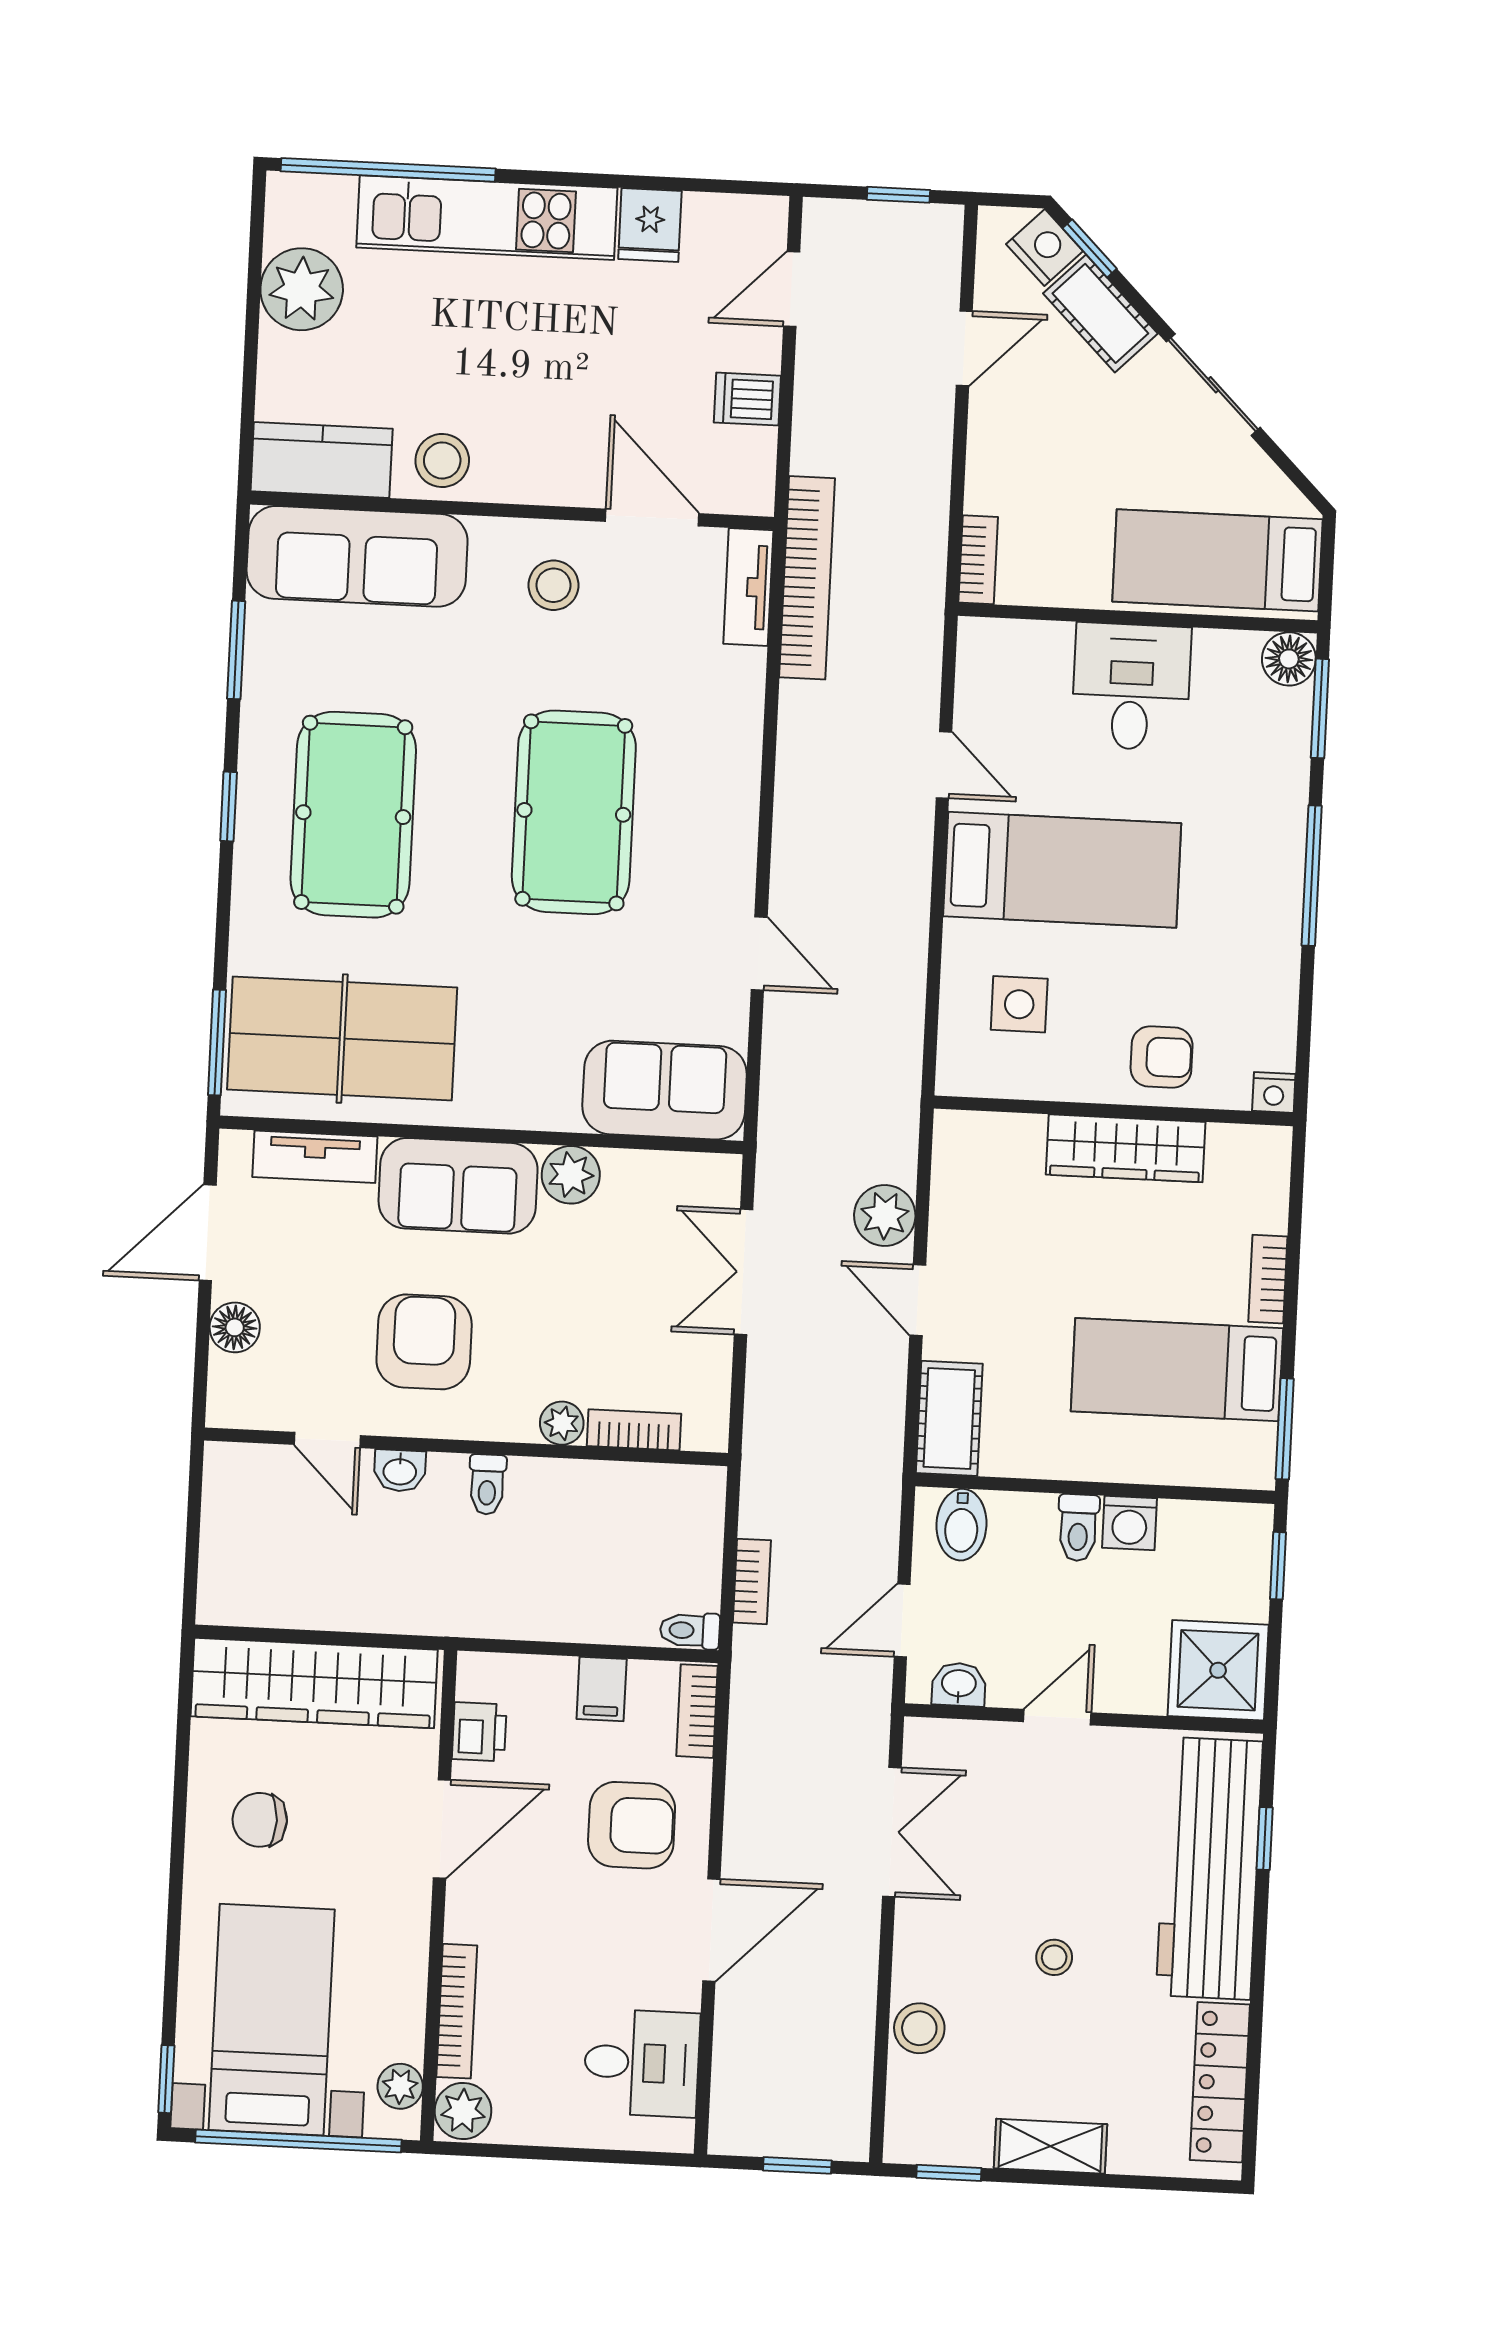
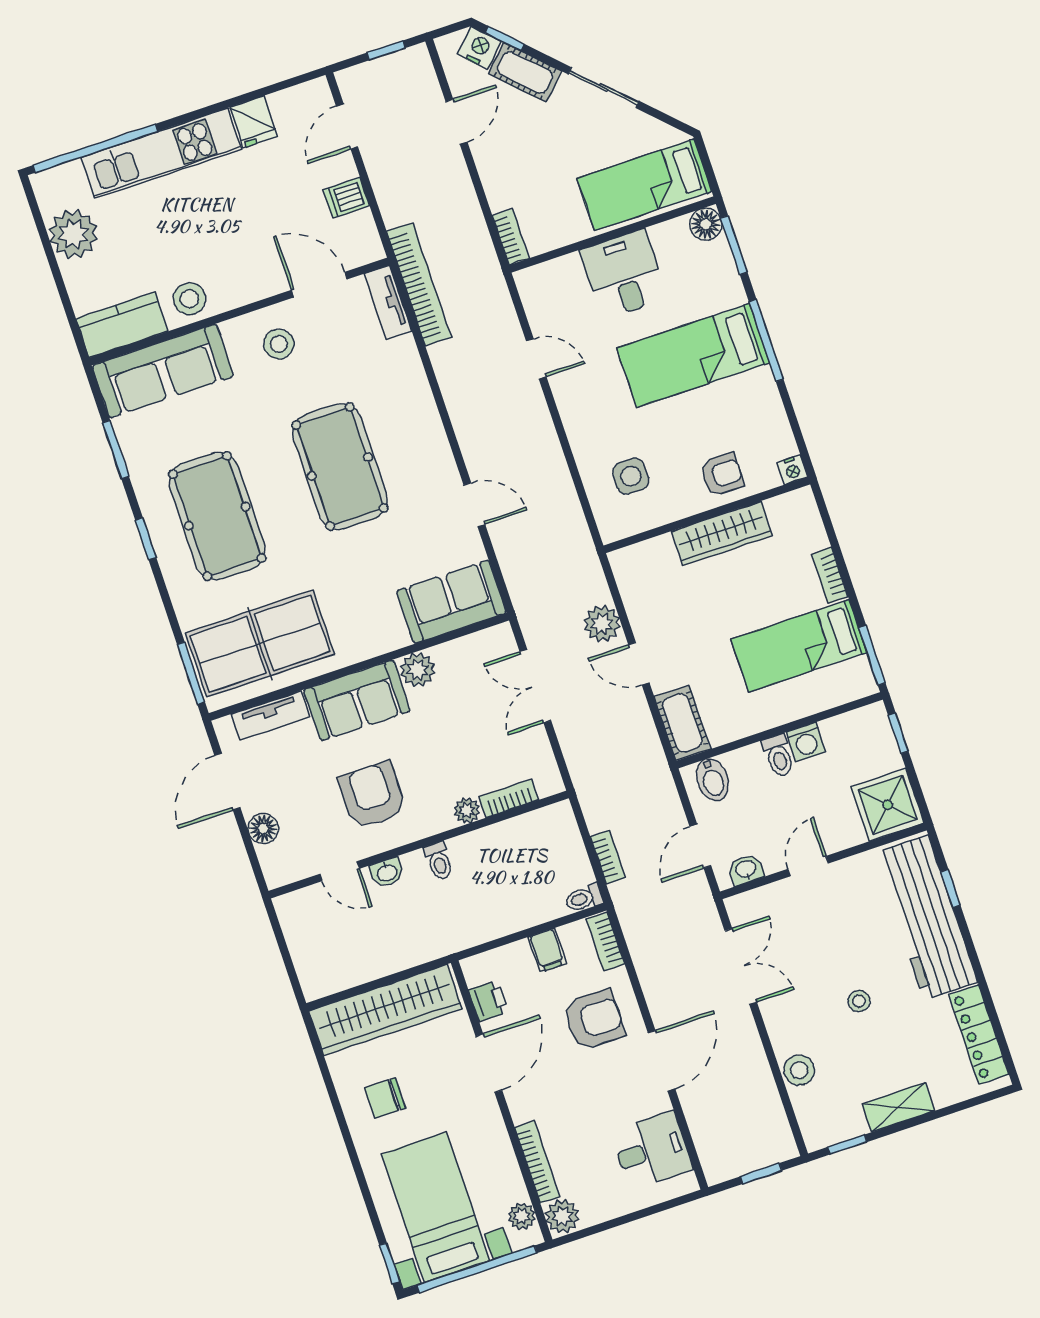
bed: (1062, 870) -> (693, 355), moved, turned 180

